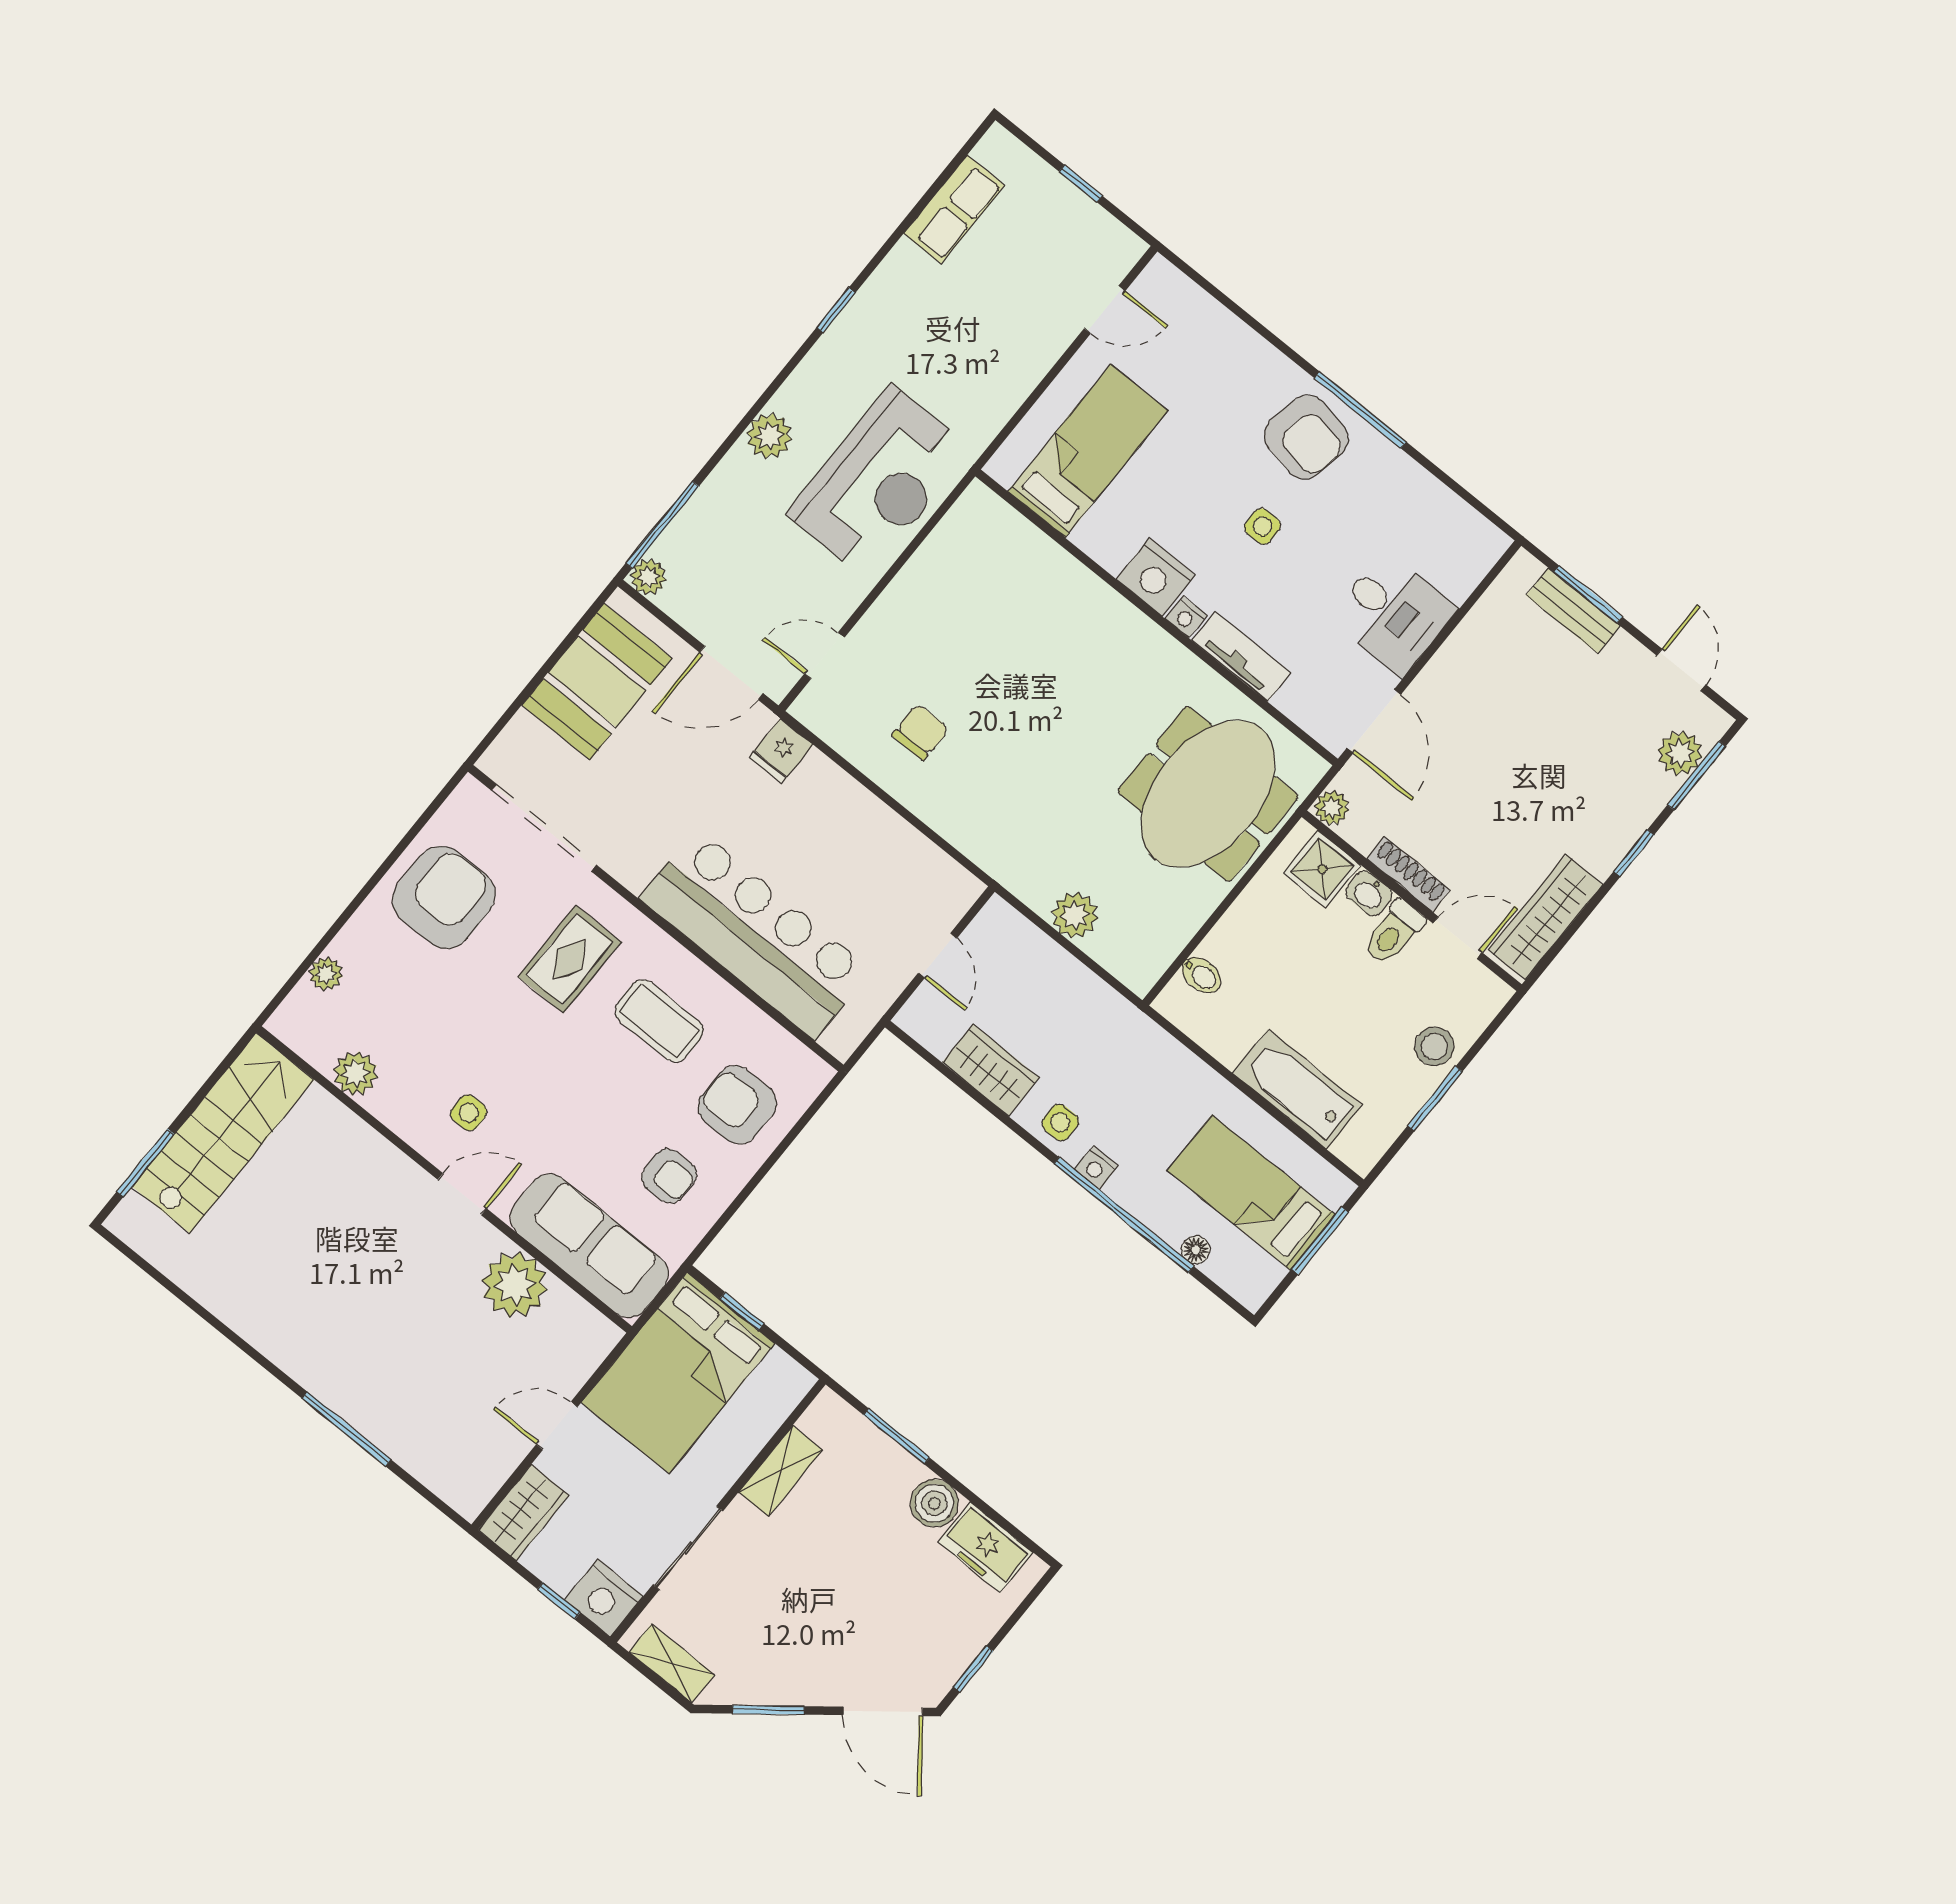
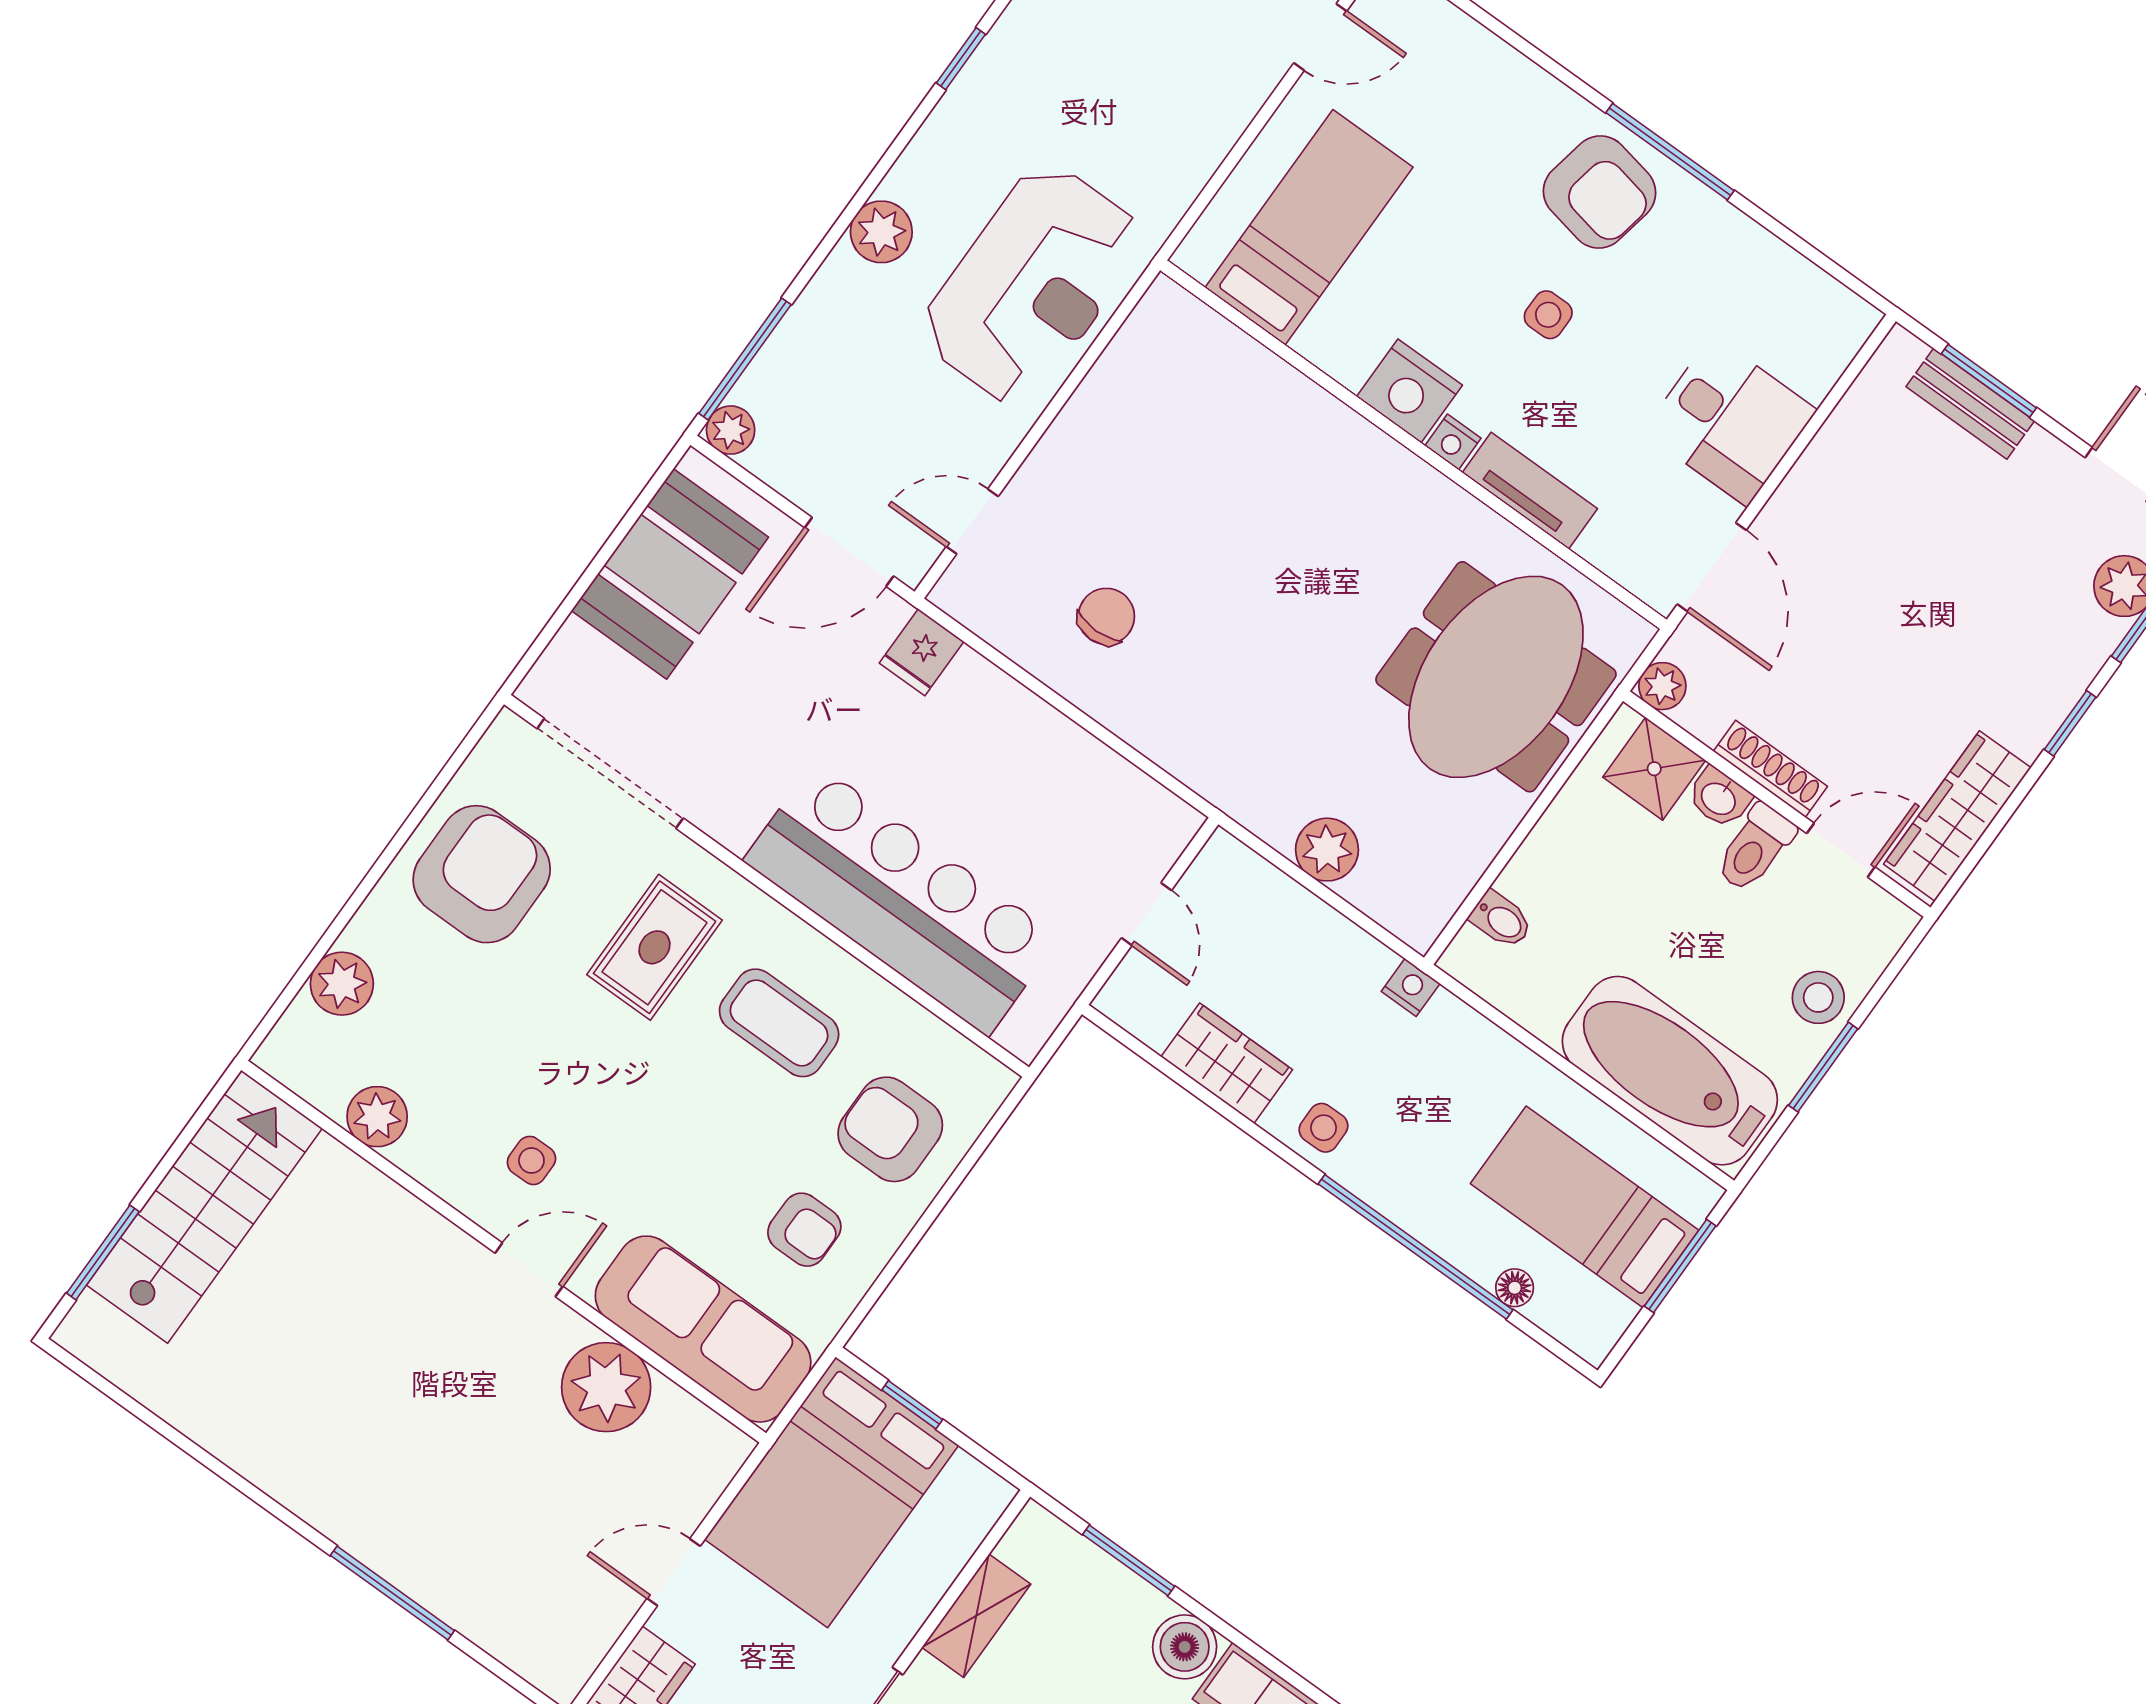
plant: (326, 974) -> (342, 984), width x1.38, depth x1.38
bathtub: (1297, 1089) -> (1670, 1071), width x1.36, depth x1.36
nightstand: (1096, 1168) -> (1411, 987), moved, turned 180

